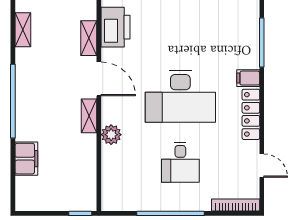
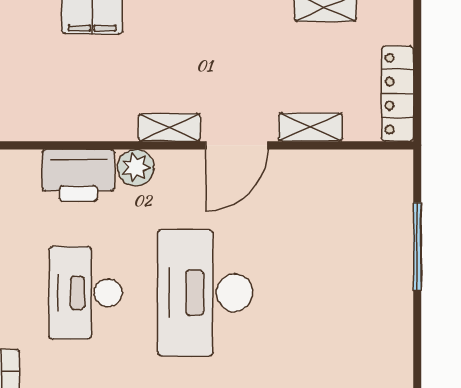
printer: (116, 27) -> (78, 175), moved
desk: (180, 162) -> (85, 293), width x1.37

